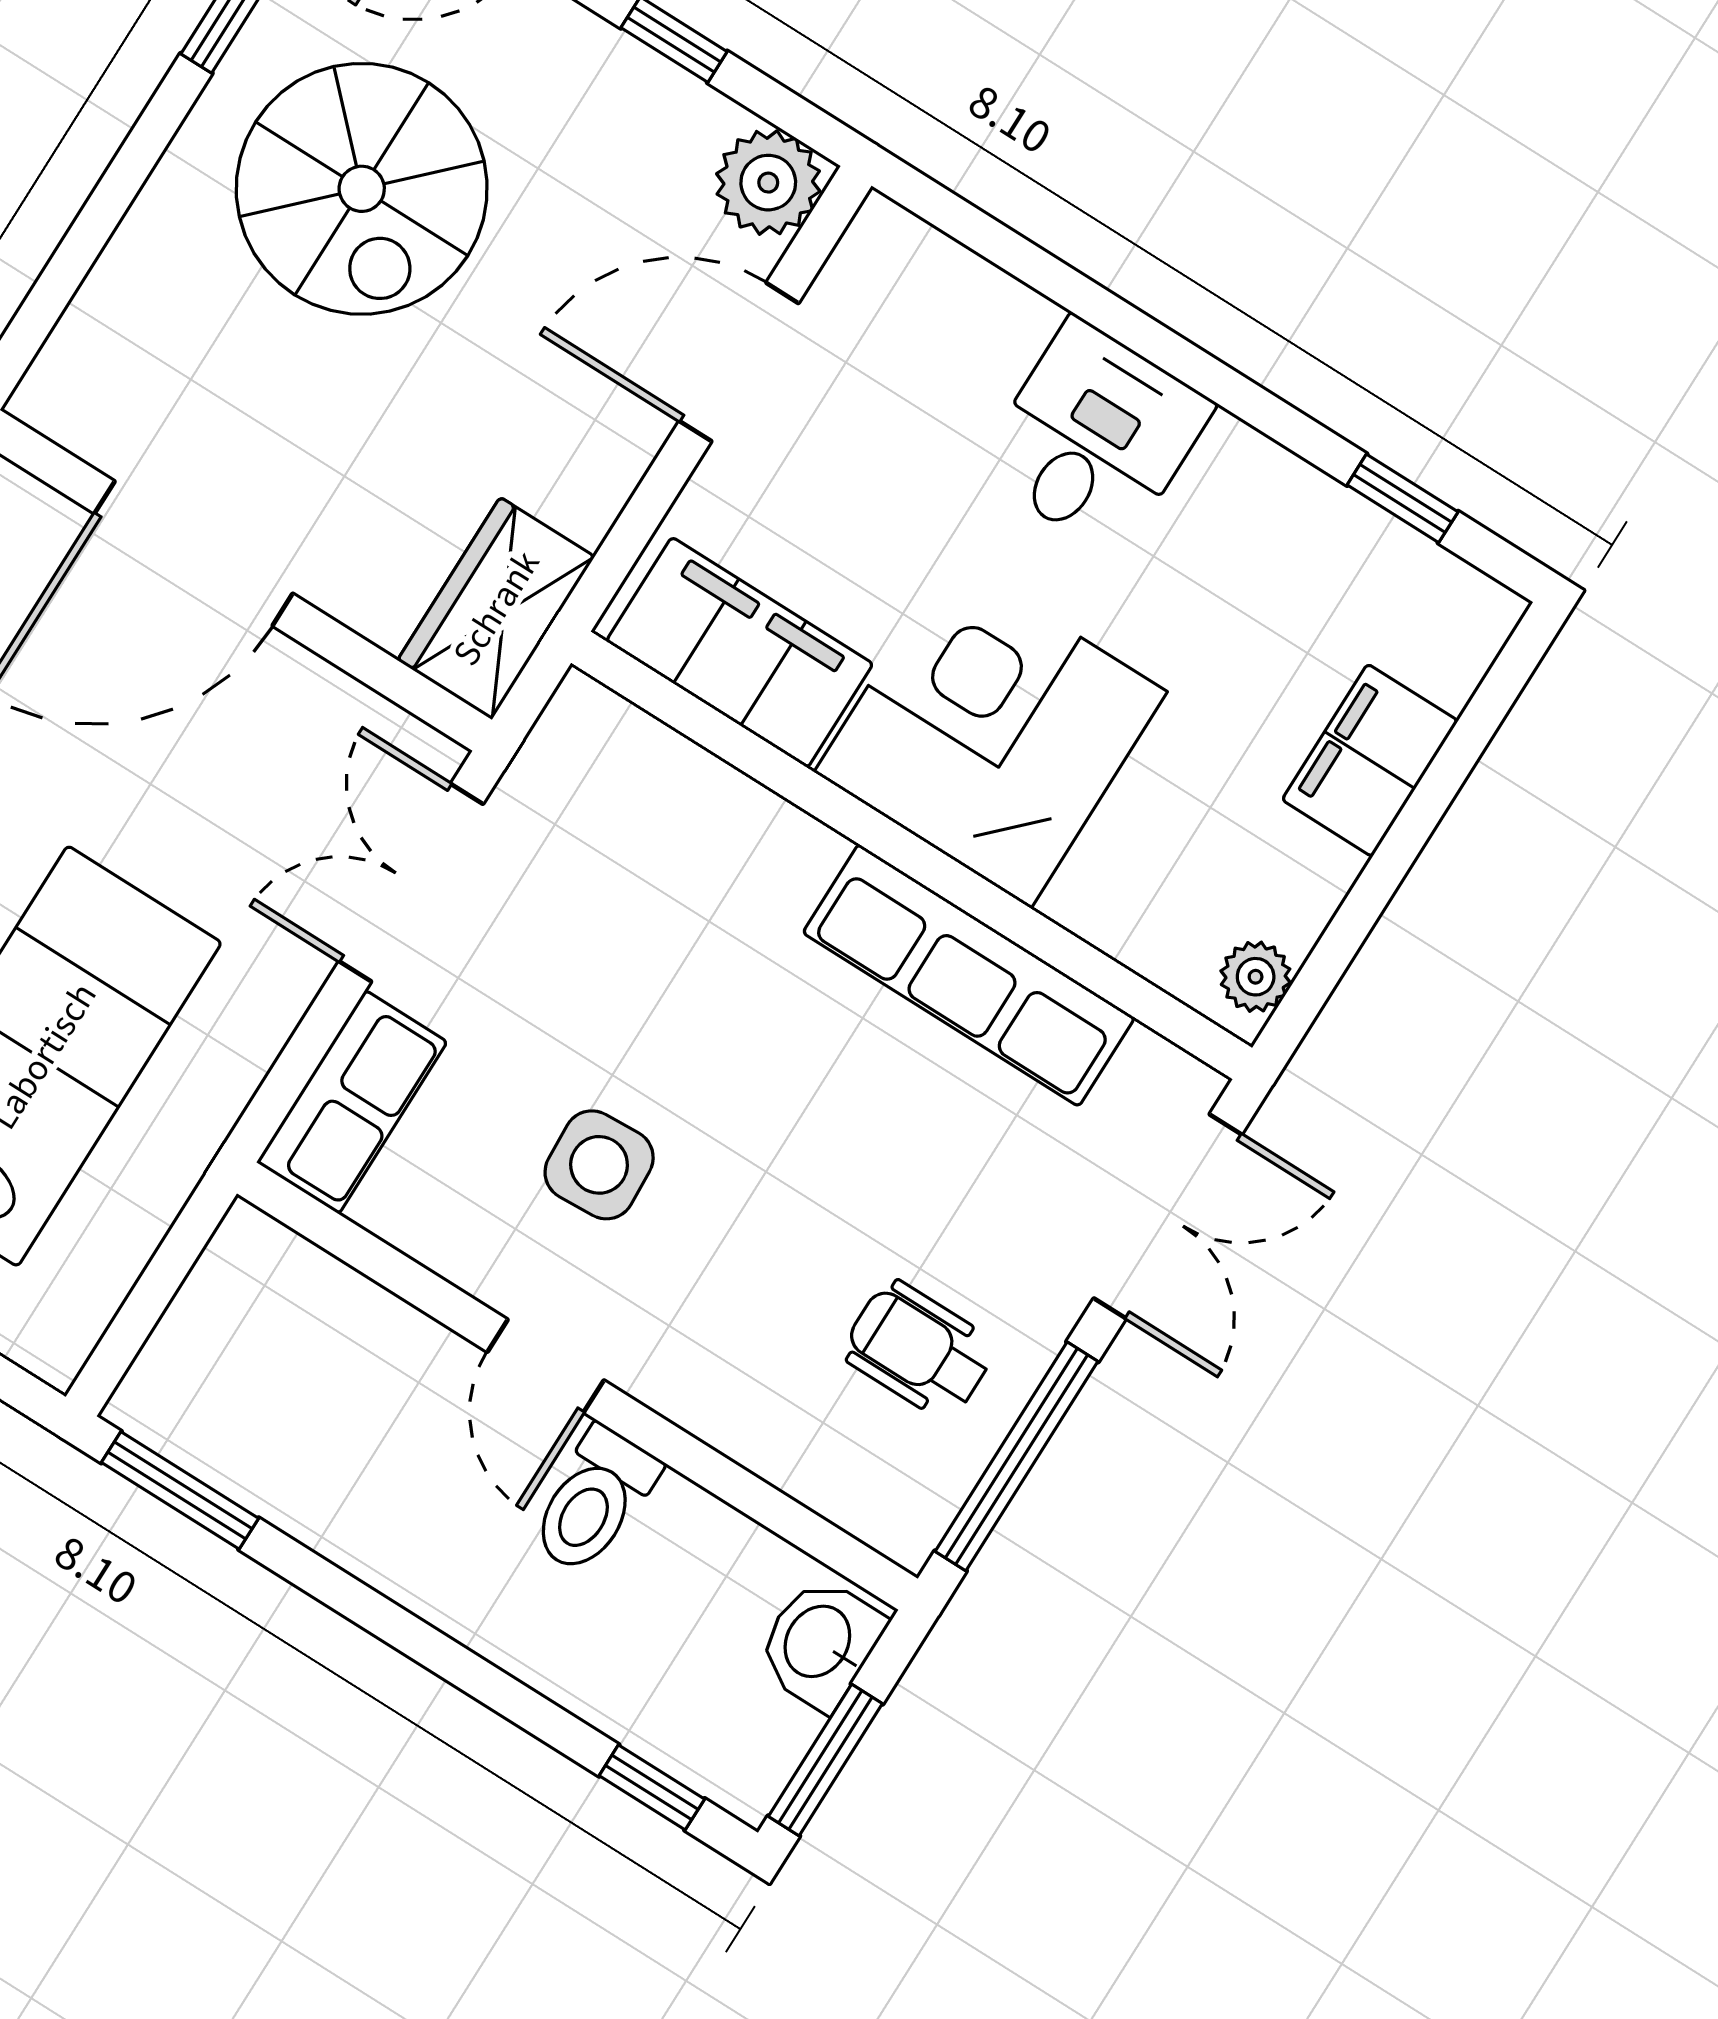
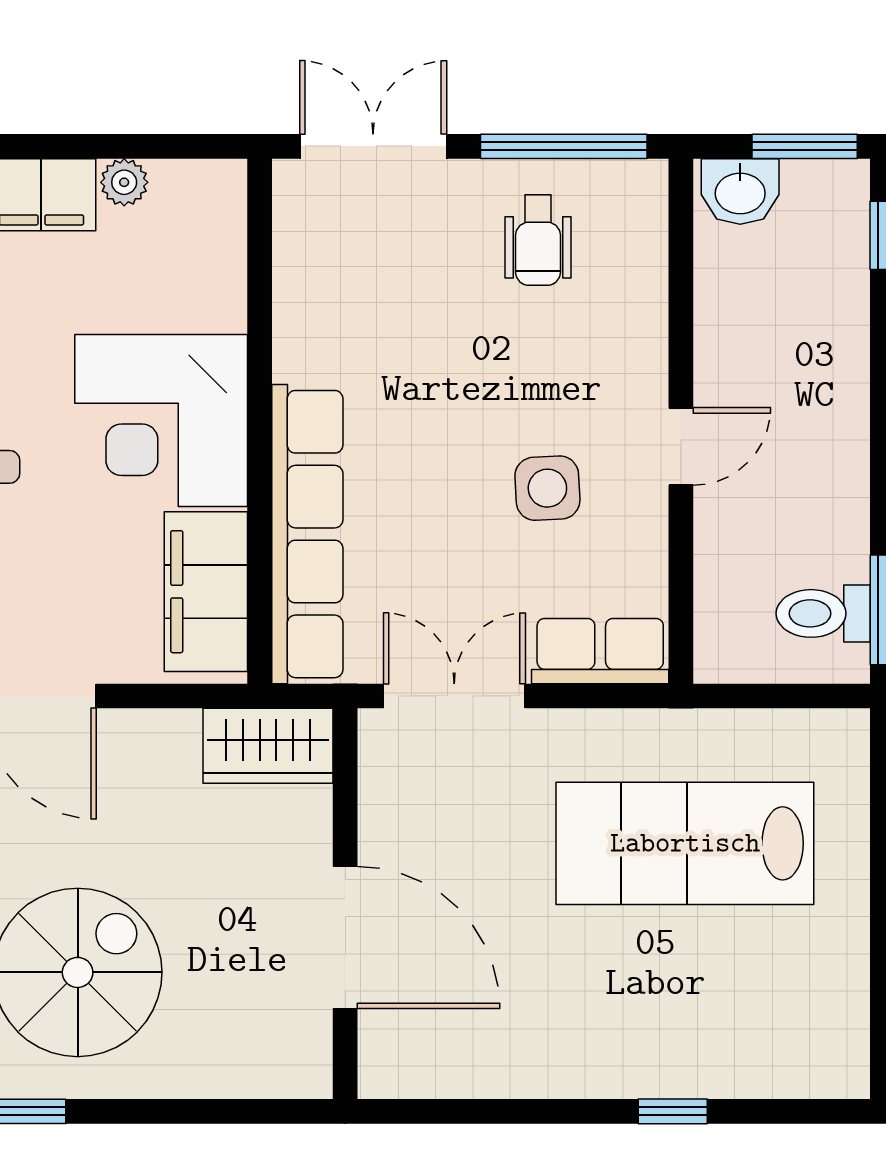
double door: (411, 883) -> (454, 696), swing flipped
row of seats: (969, 975) -> (307, 534), moved, width x1.36
plant: (1256, 977) -> (124, 182), moved
toilet: (594, 1501) -> (823, 613), moved, turned 180

